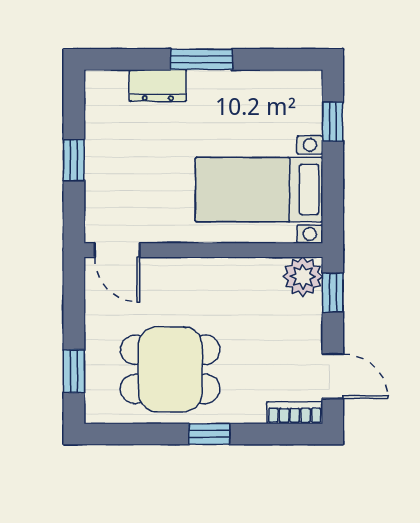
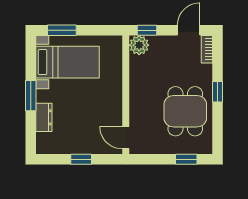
window: (333, 122) -> (62, 30), width x1.50
bed with nightstands: (259, 190) -> (68, 62), moved, turned -90
door: (117, 250) -> (126, 138), swing flipped

